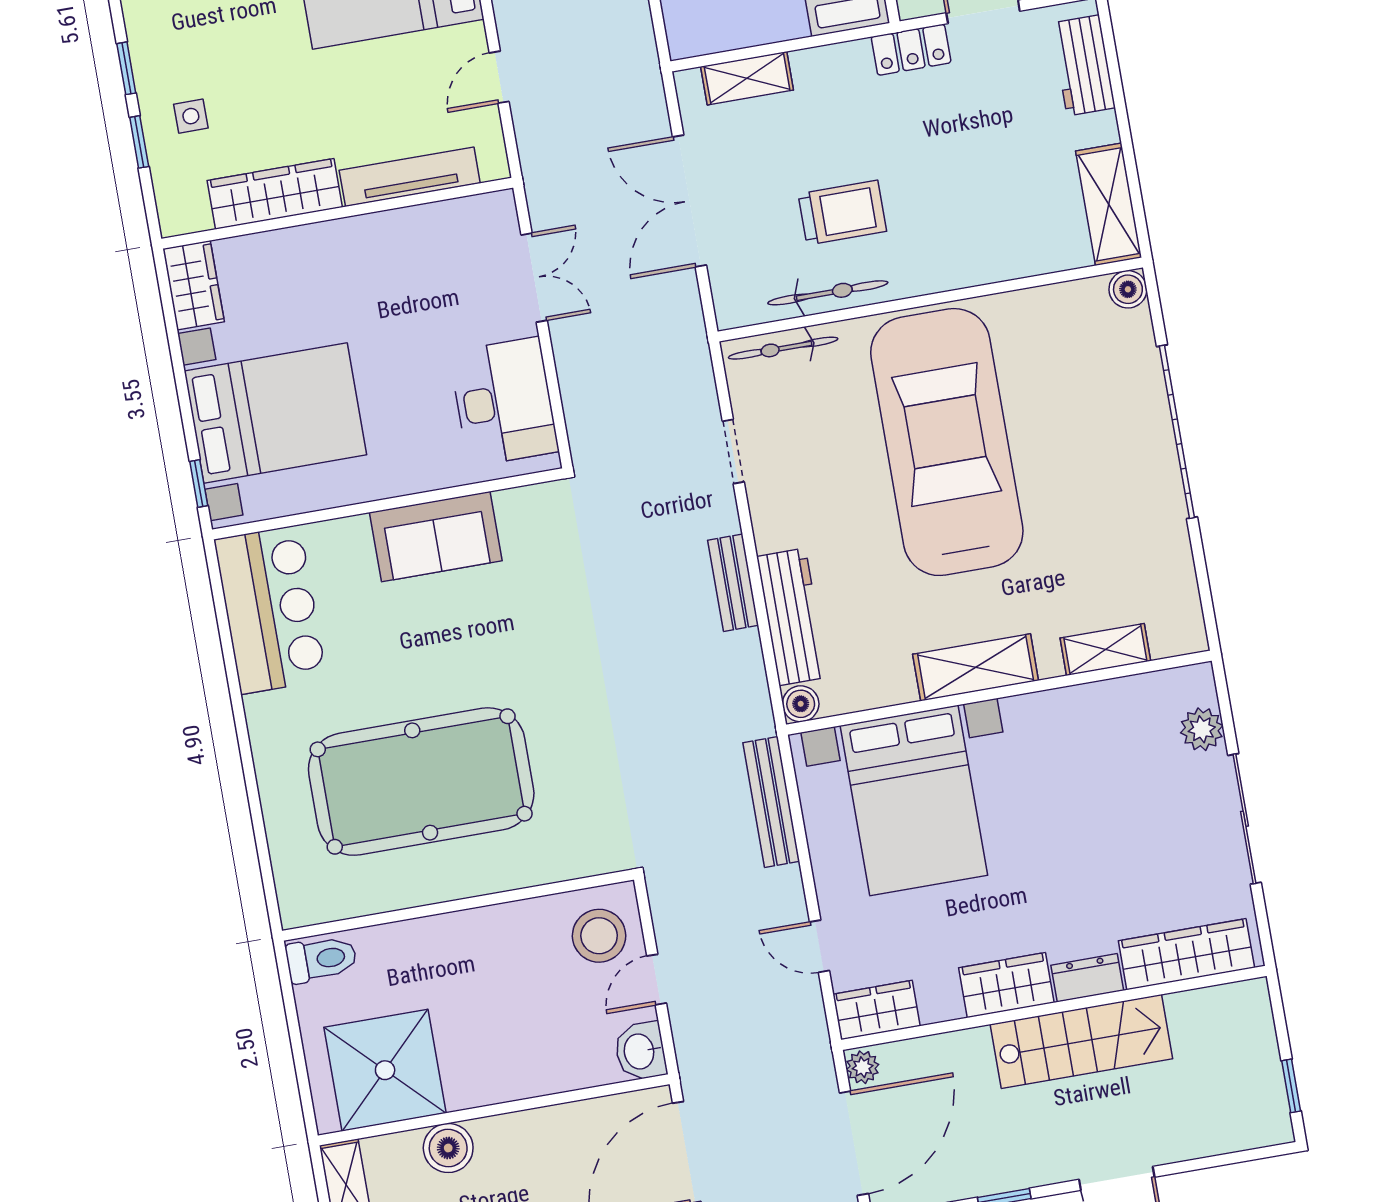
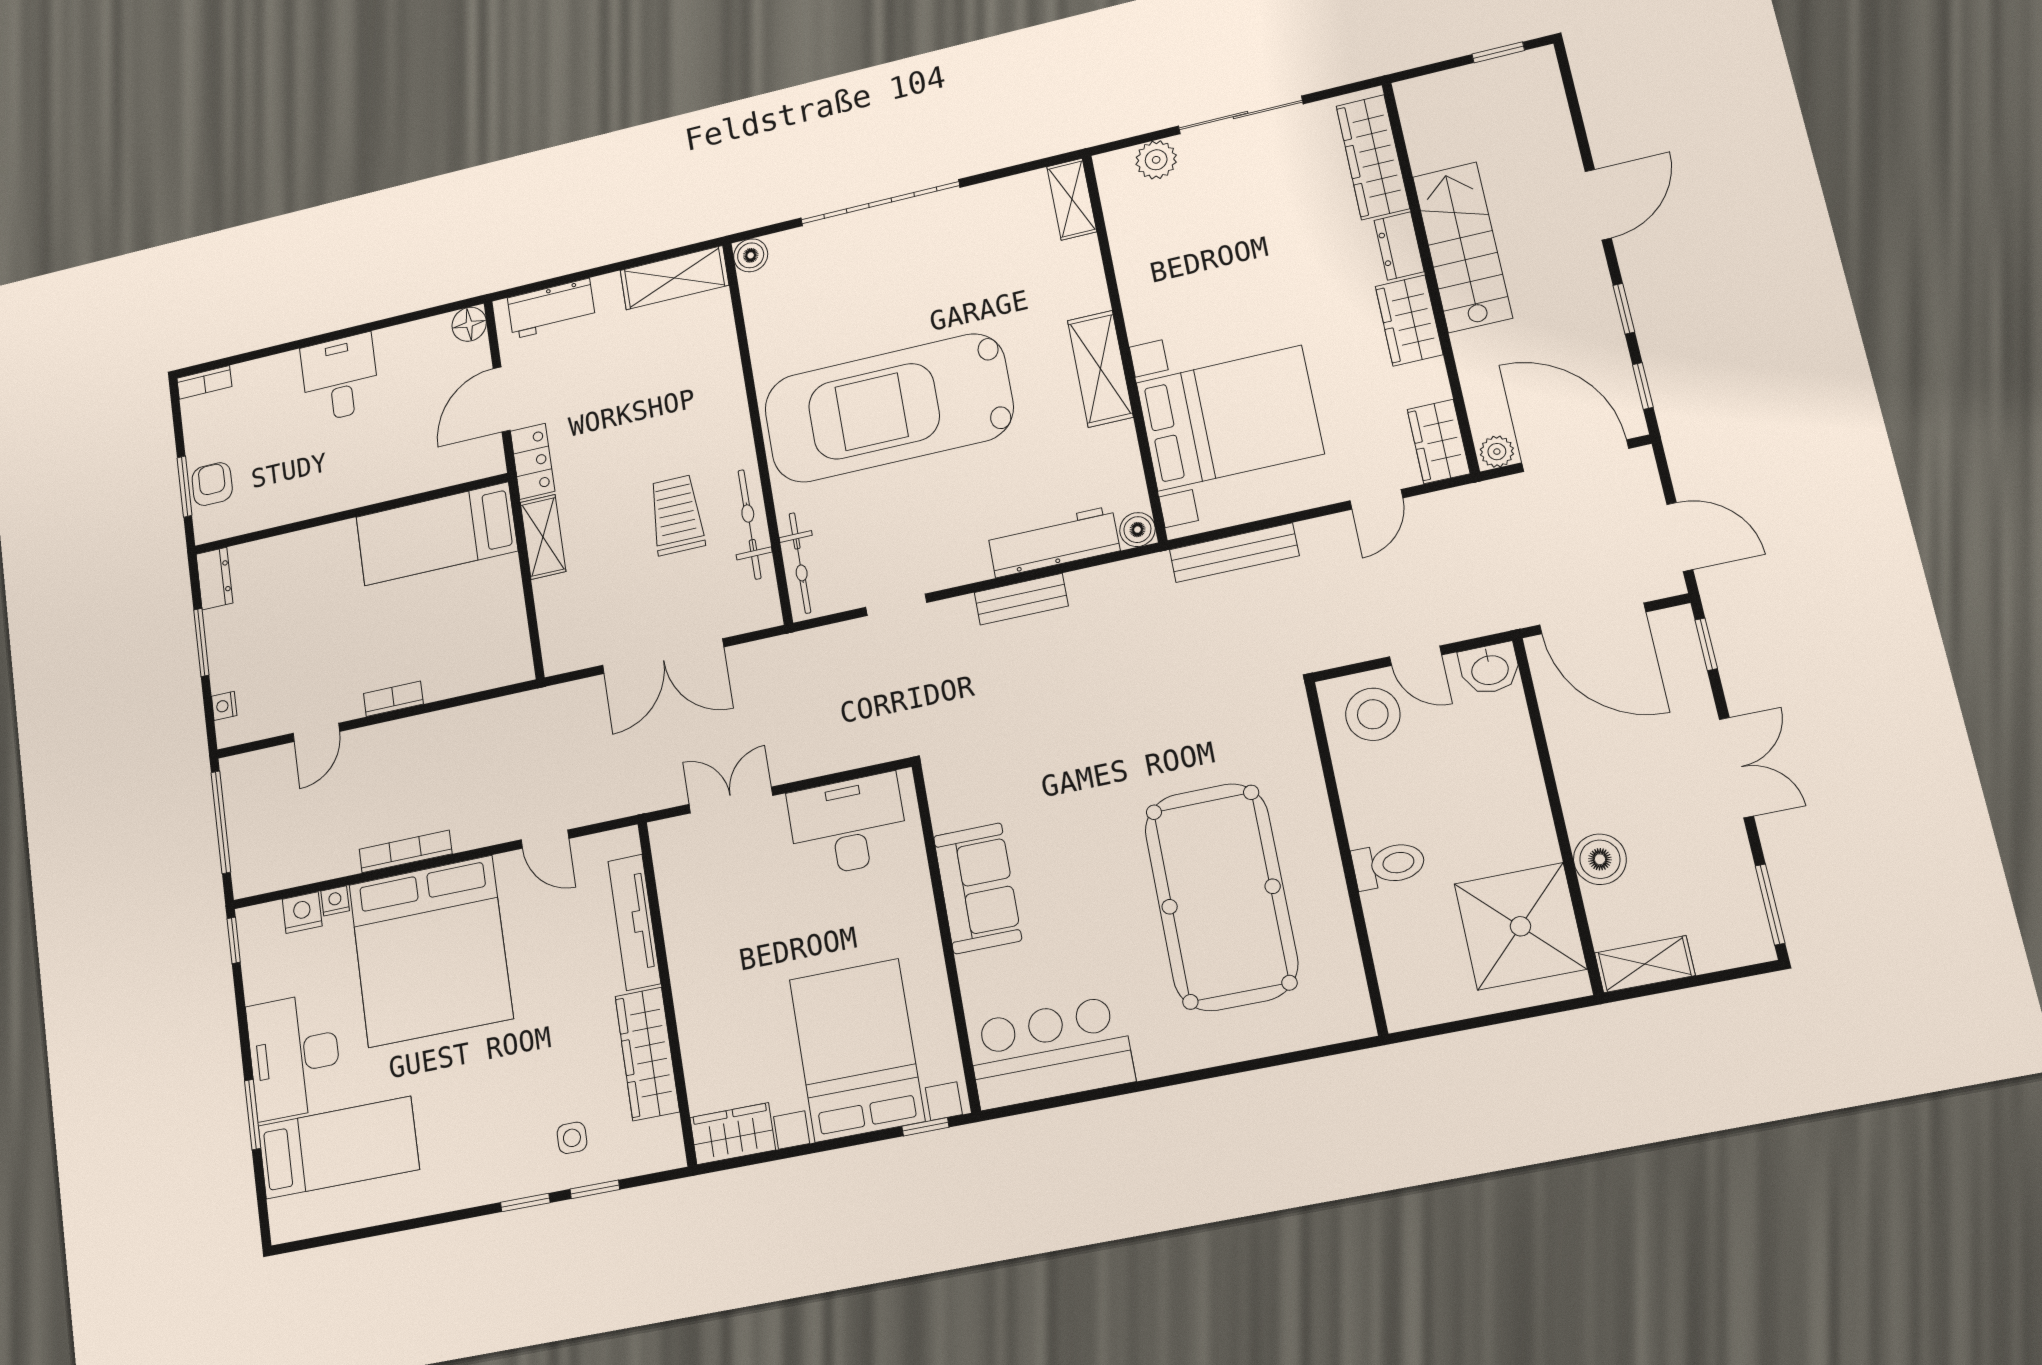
shelving: (747, 78) -> (543, 537), moved
shelving: (1105, 650) -> (1072, 199), moved
toilet: (321, 959) -> (1389, 864), moved, turned 90

